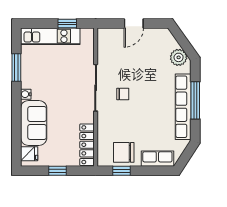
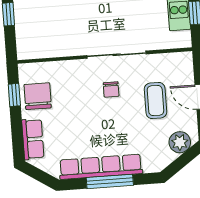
plant: (179, 57) -> (180, 142), moved
coffee table: (134, 60) -> (155, 100), added
locker: (87, 145) -> (44, 49), removed

